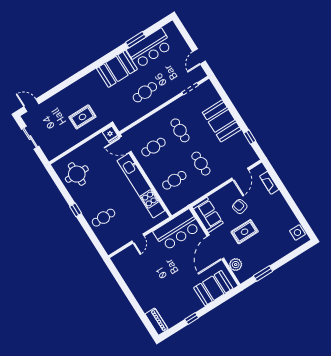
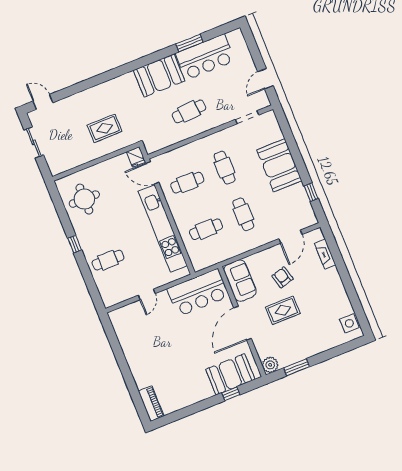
plant: (236, 265) -> (270, 365), moved
window: (192, 319) -> (231, 394), moved

